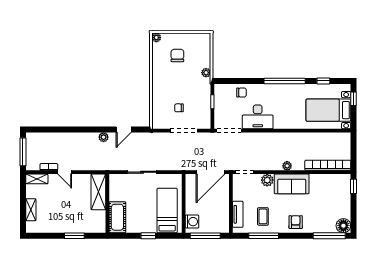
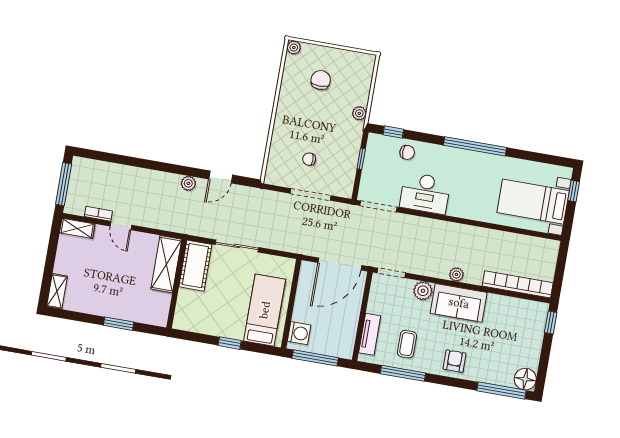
window: (323, 81) -> (393, 132), moved
shelving: (31, 210) -> (57, 291), moved
cot: (117, 217) -> (195, 266), moved

